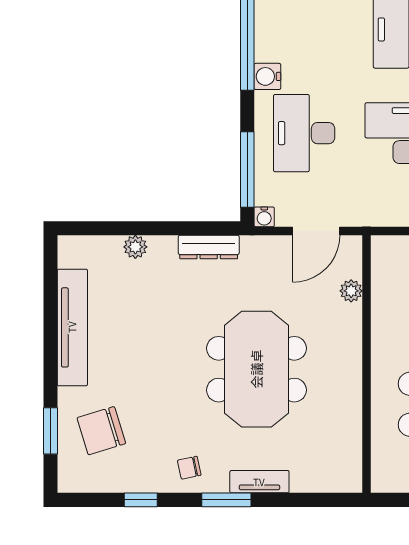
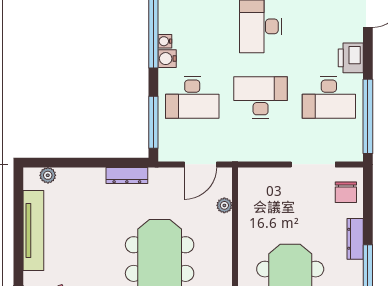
desk: (304, 133) -> (192, 97), turned -90
water cooler: (264, 217) -> (165, 41), moved, turned 90
plant: (135, 247) -> (48, 175), moved

